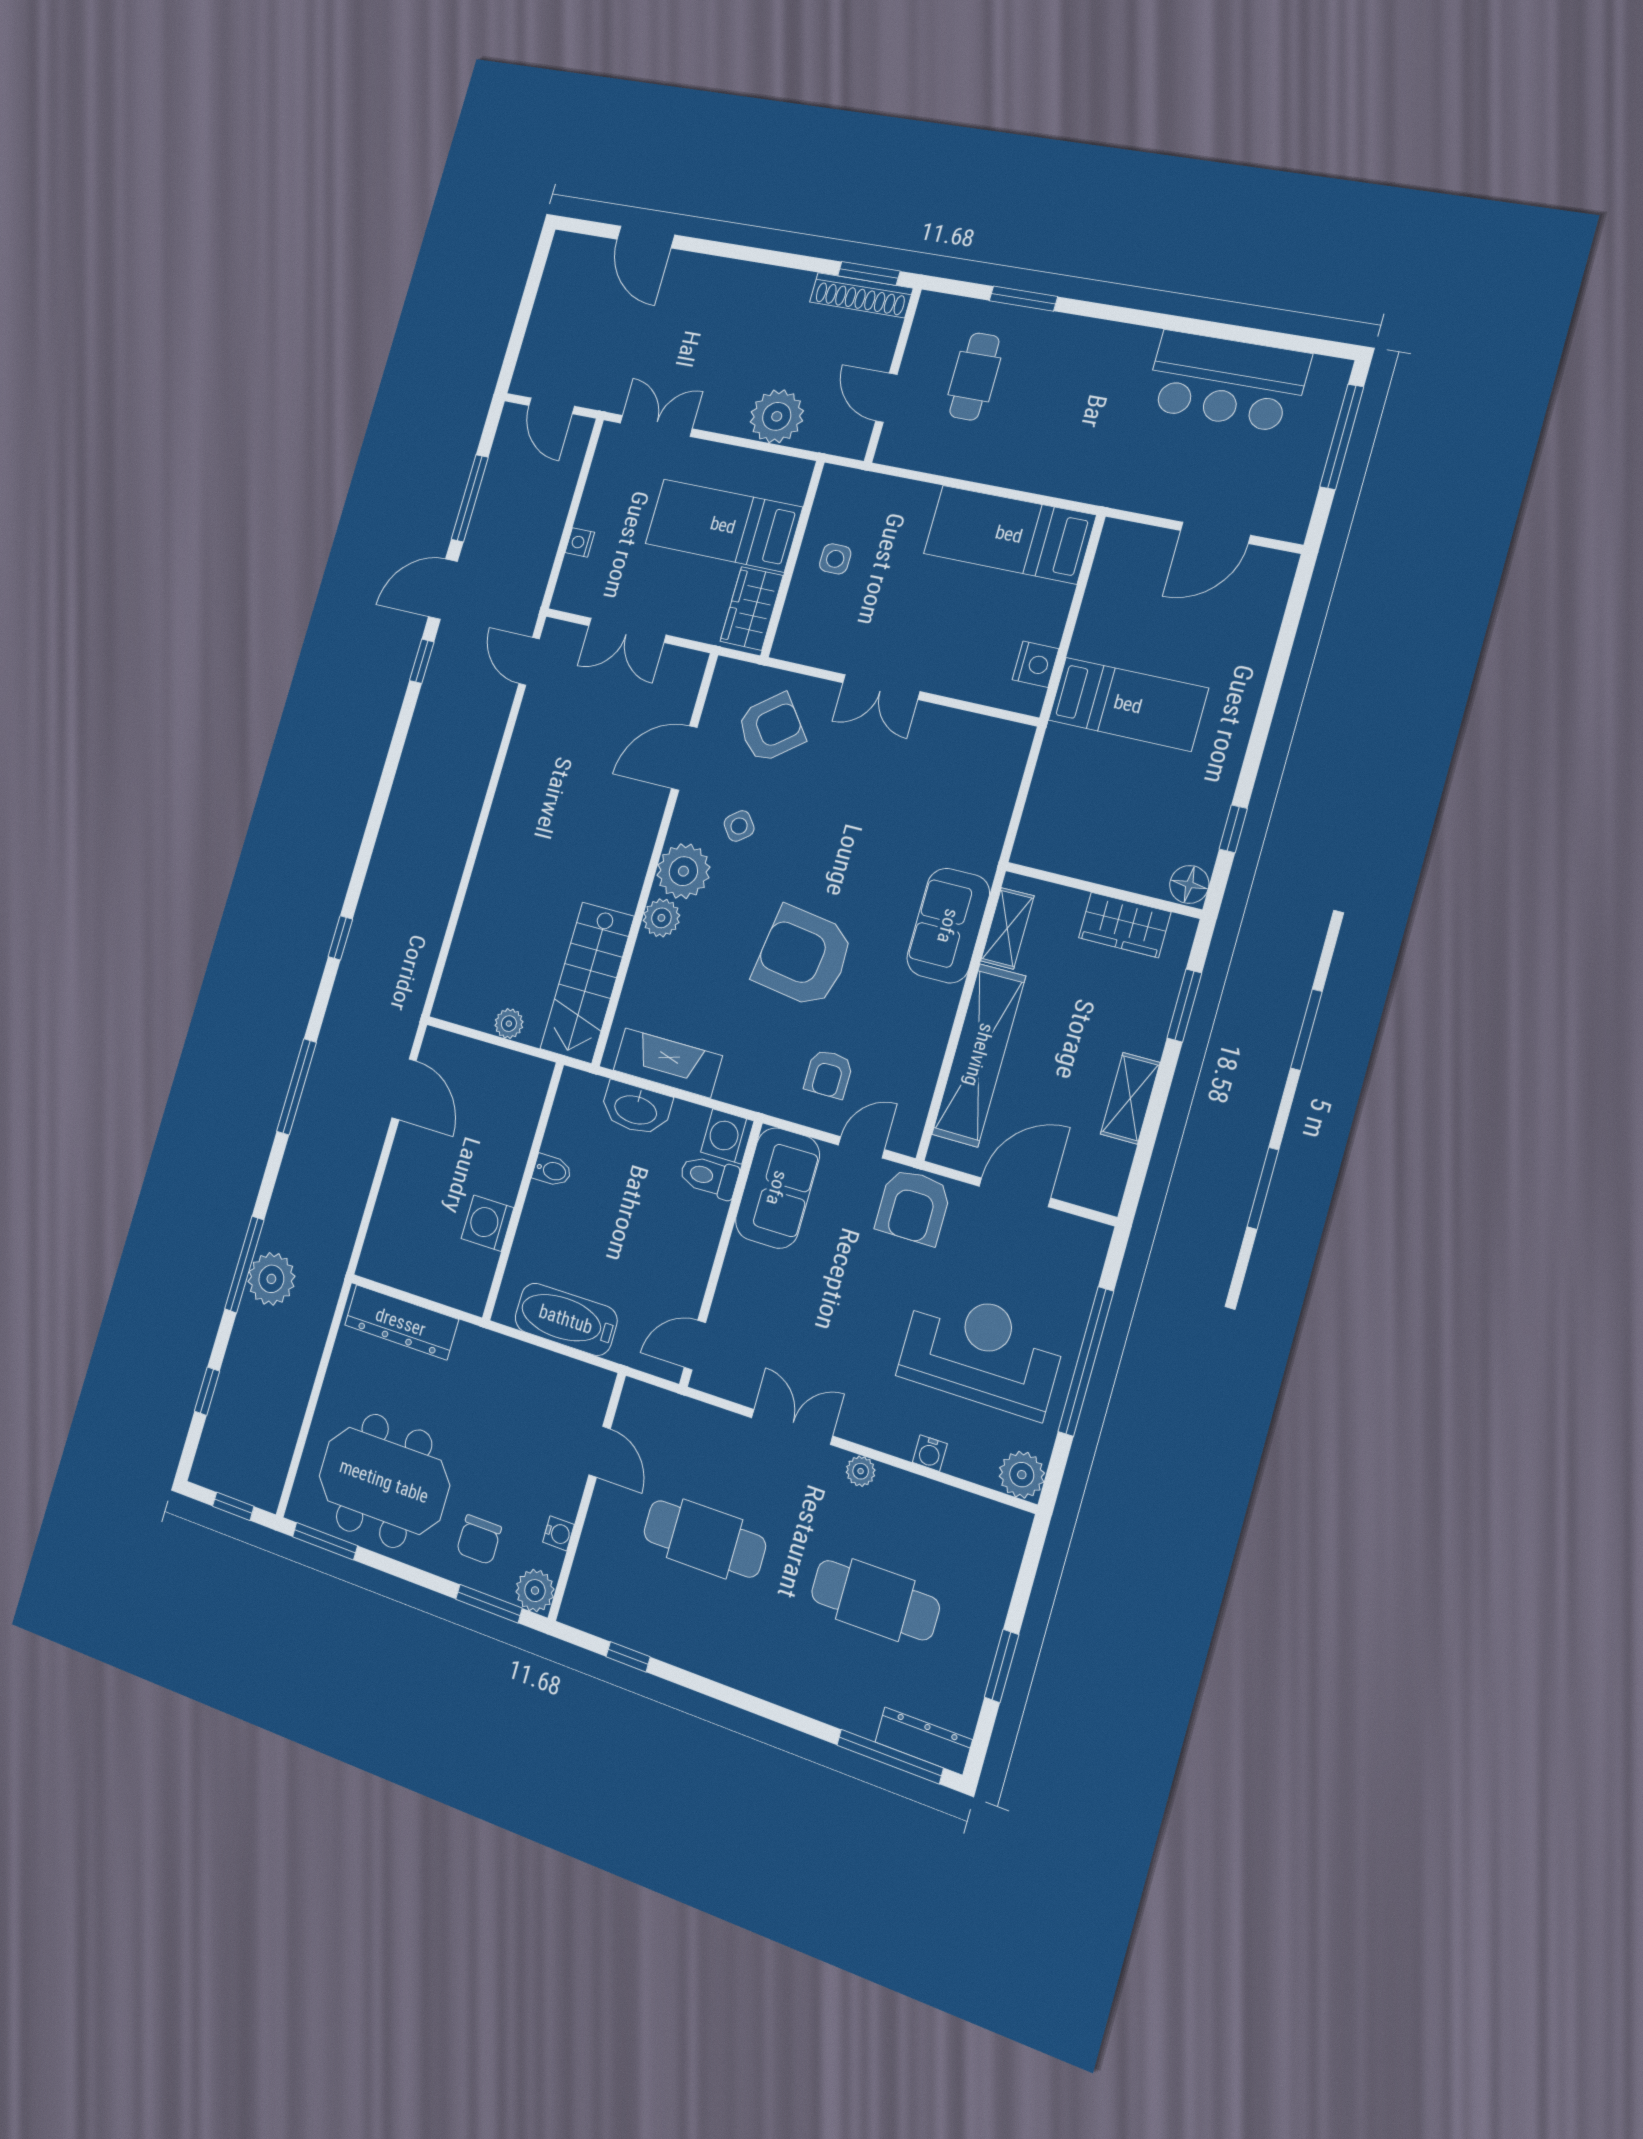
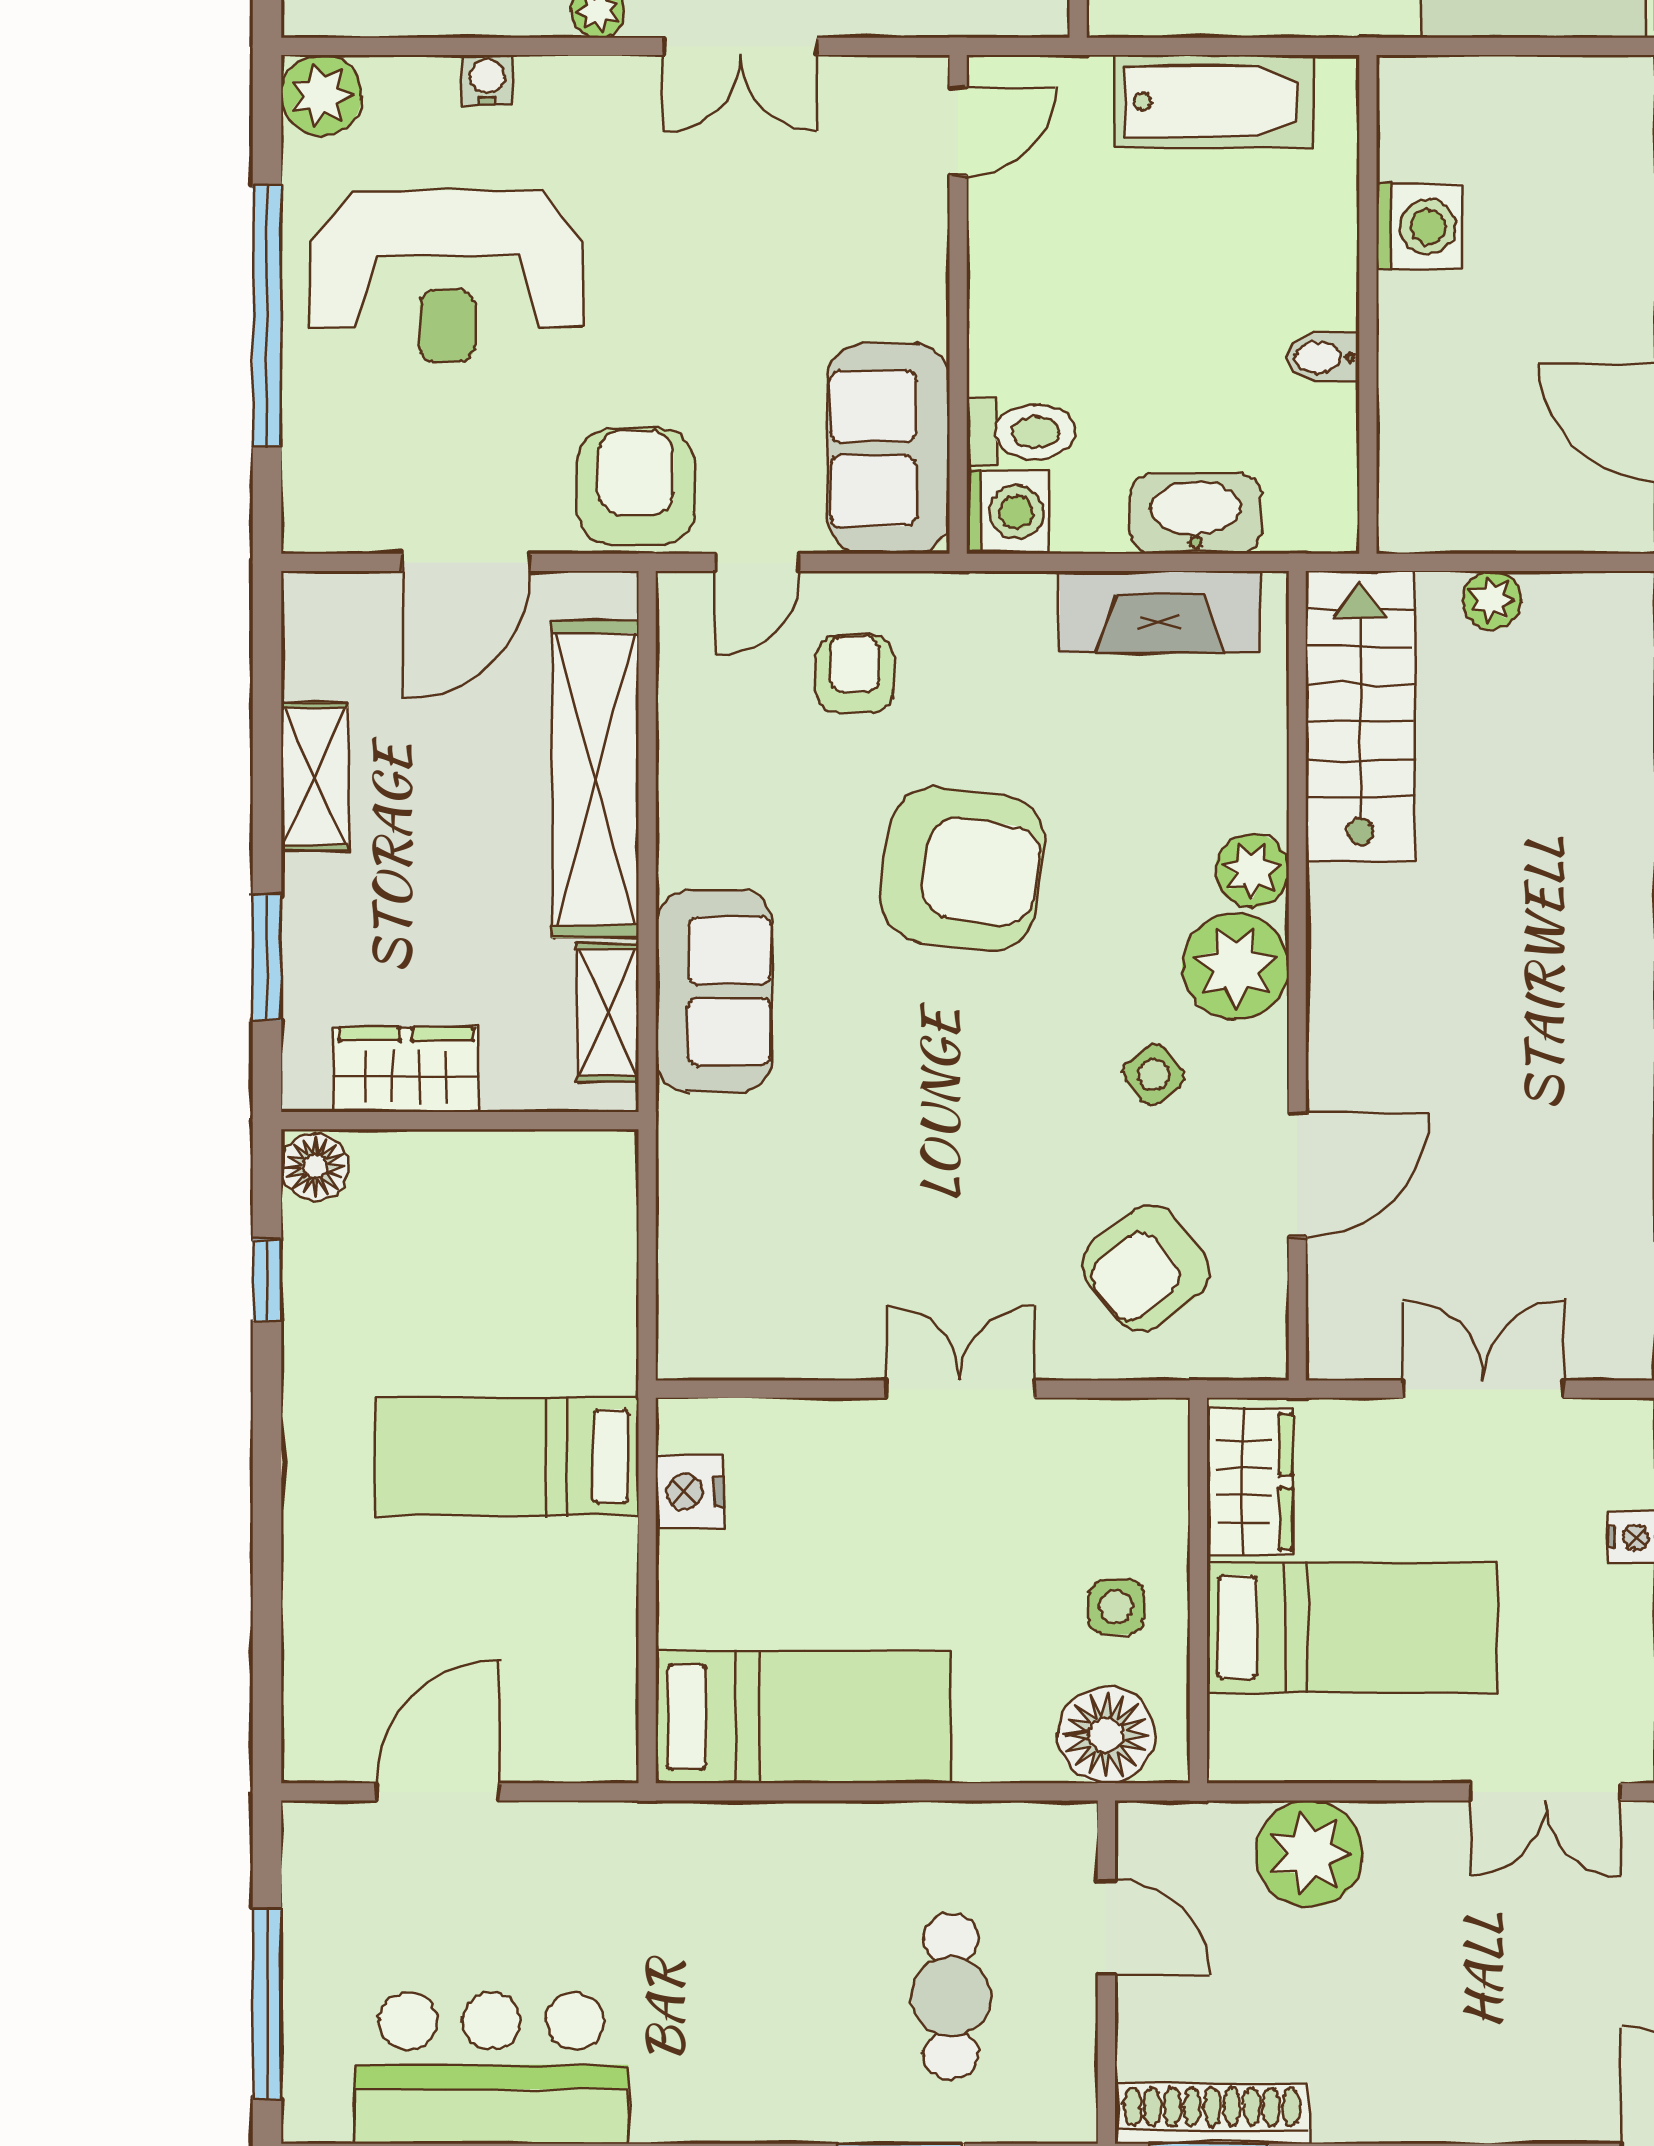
floor lamp: (859, 495) -> (1106, 1735), added

